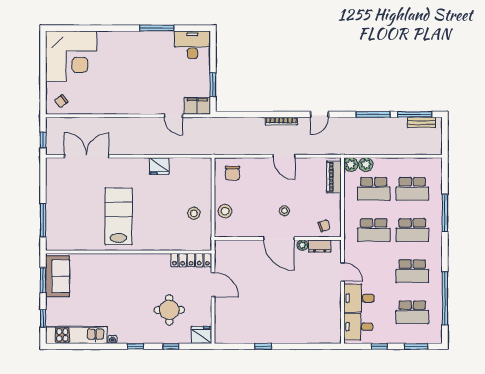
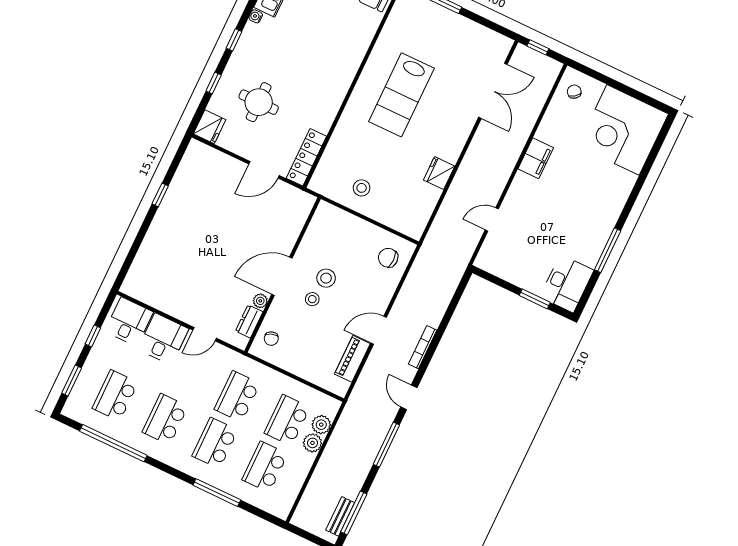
window: (213, 85) -> (535, 299), moved
filing cabinet: (197, 106) -> (536, 158), moved
window: (373, 114) -> (386, 445), moved
plant: (351, 165) -> (312, 443), moved
piano: (334, 177) -> (352, 359), moved, turned -90
stool: (225, 211) -> (326, 278), moved
lab bench: (119, 216) -> (401, 95), turned 90

